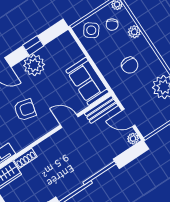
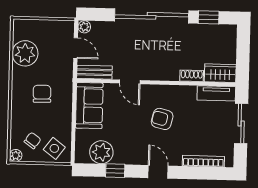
plant: (134, 32) -> (17, 120), removed
plant: (34, 65) -> (101, 152), moved

